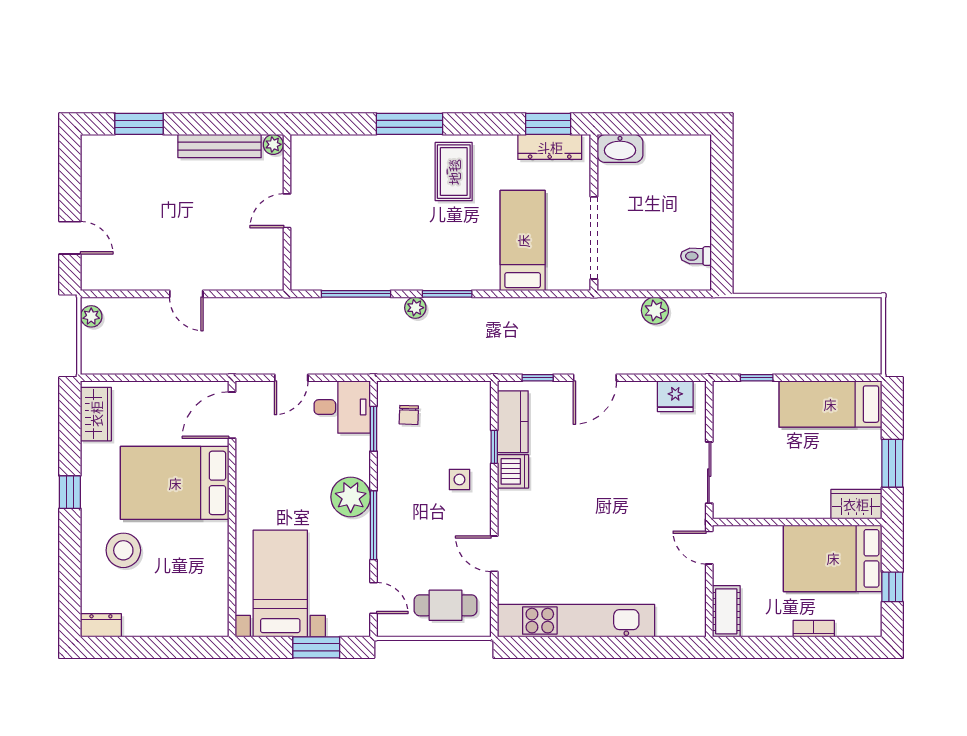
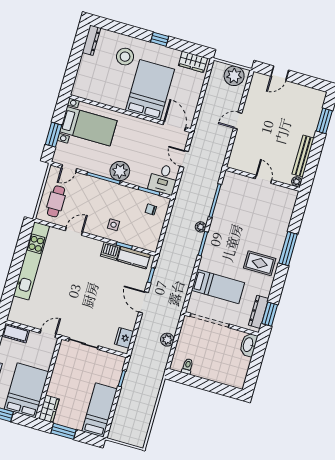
plant: (91, 316) -> (234, 76), width x1.88, depth x1.88
dresser: (101, 625) -> (91, 40), width x1.44

